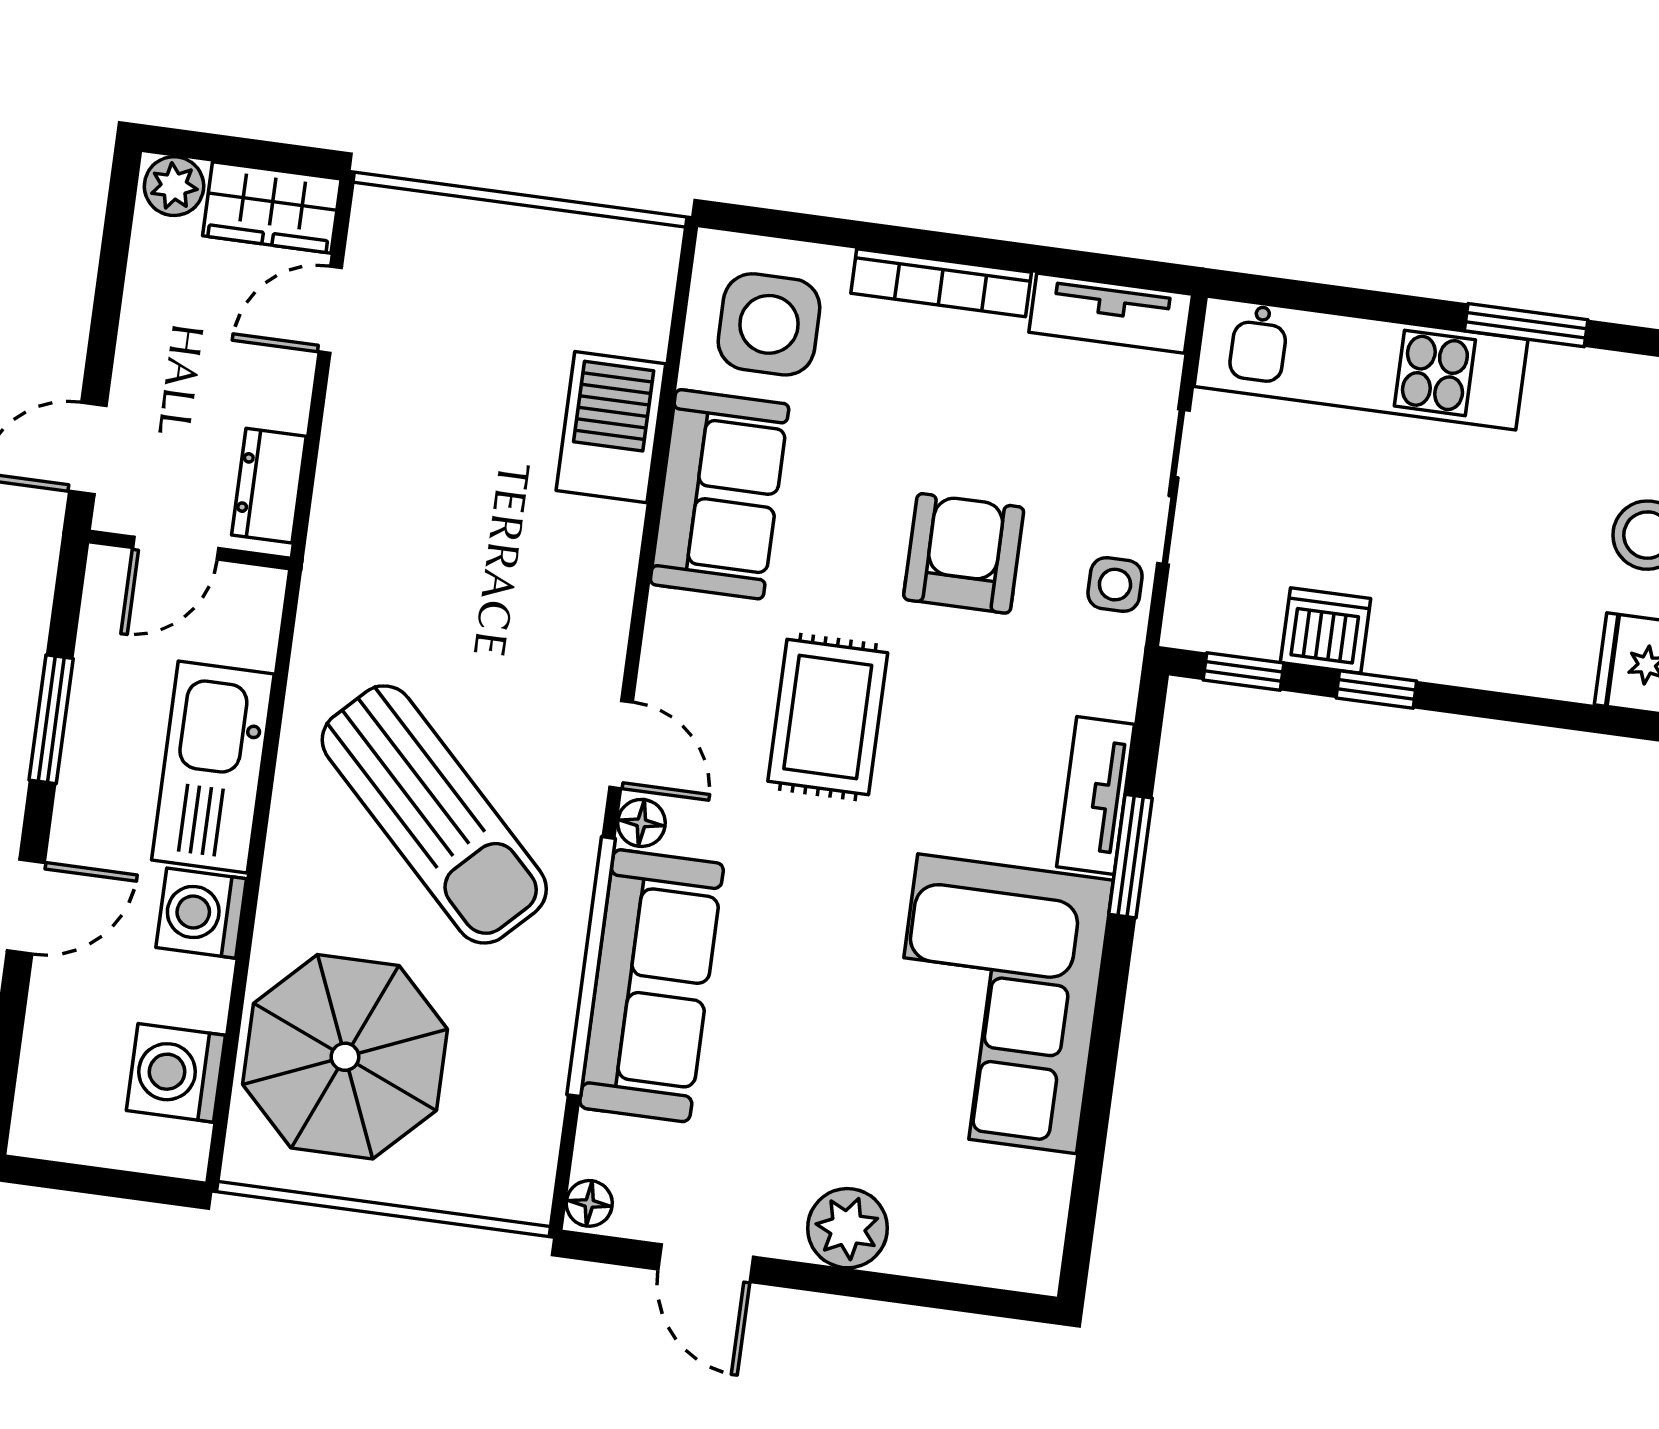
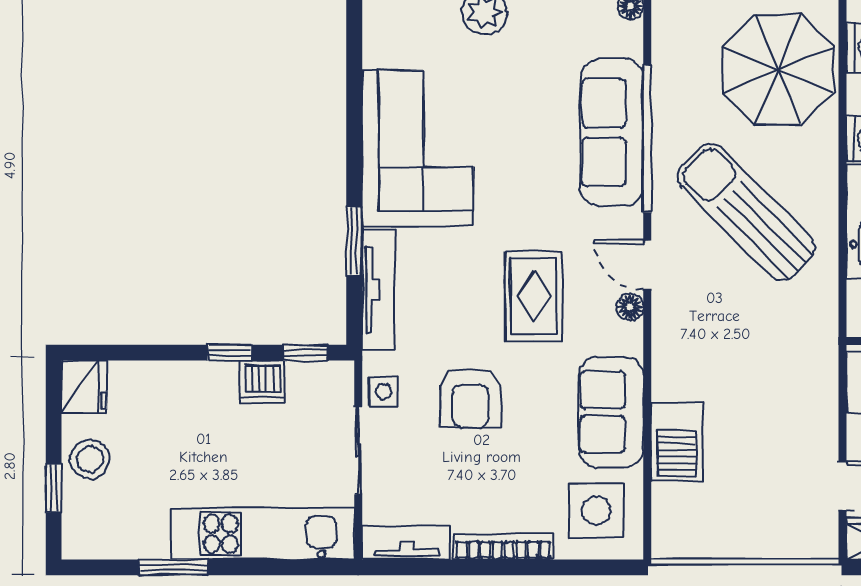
tv unit: (1095, 796) -> (378, 290), width x1.41
floor lamp: (641, 823) -> (630, 307), moved

